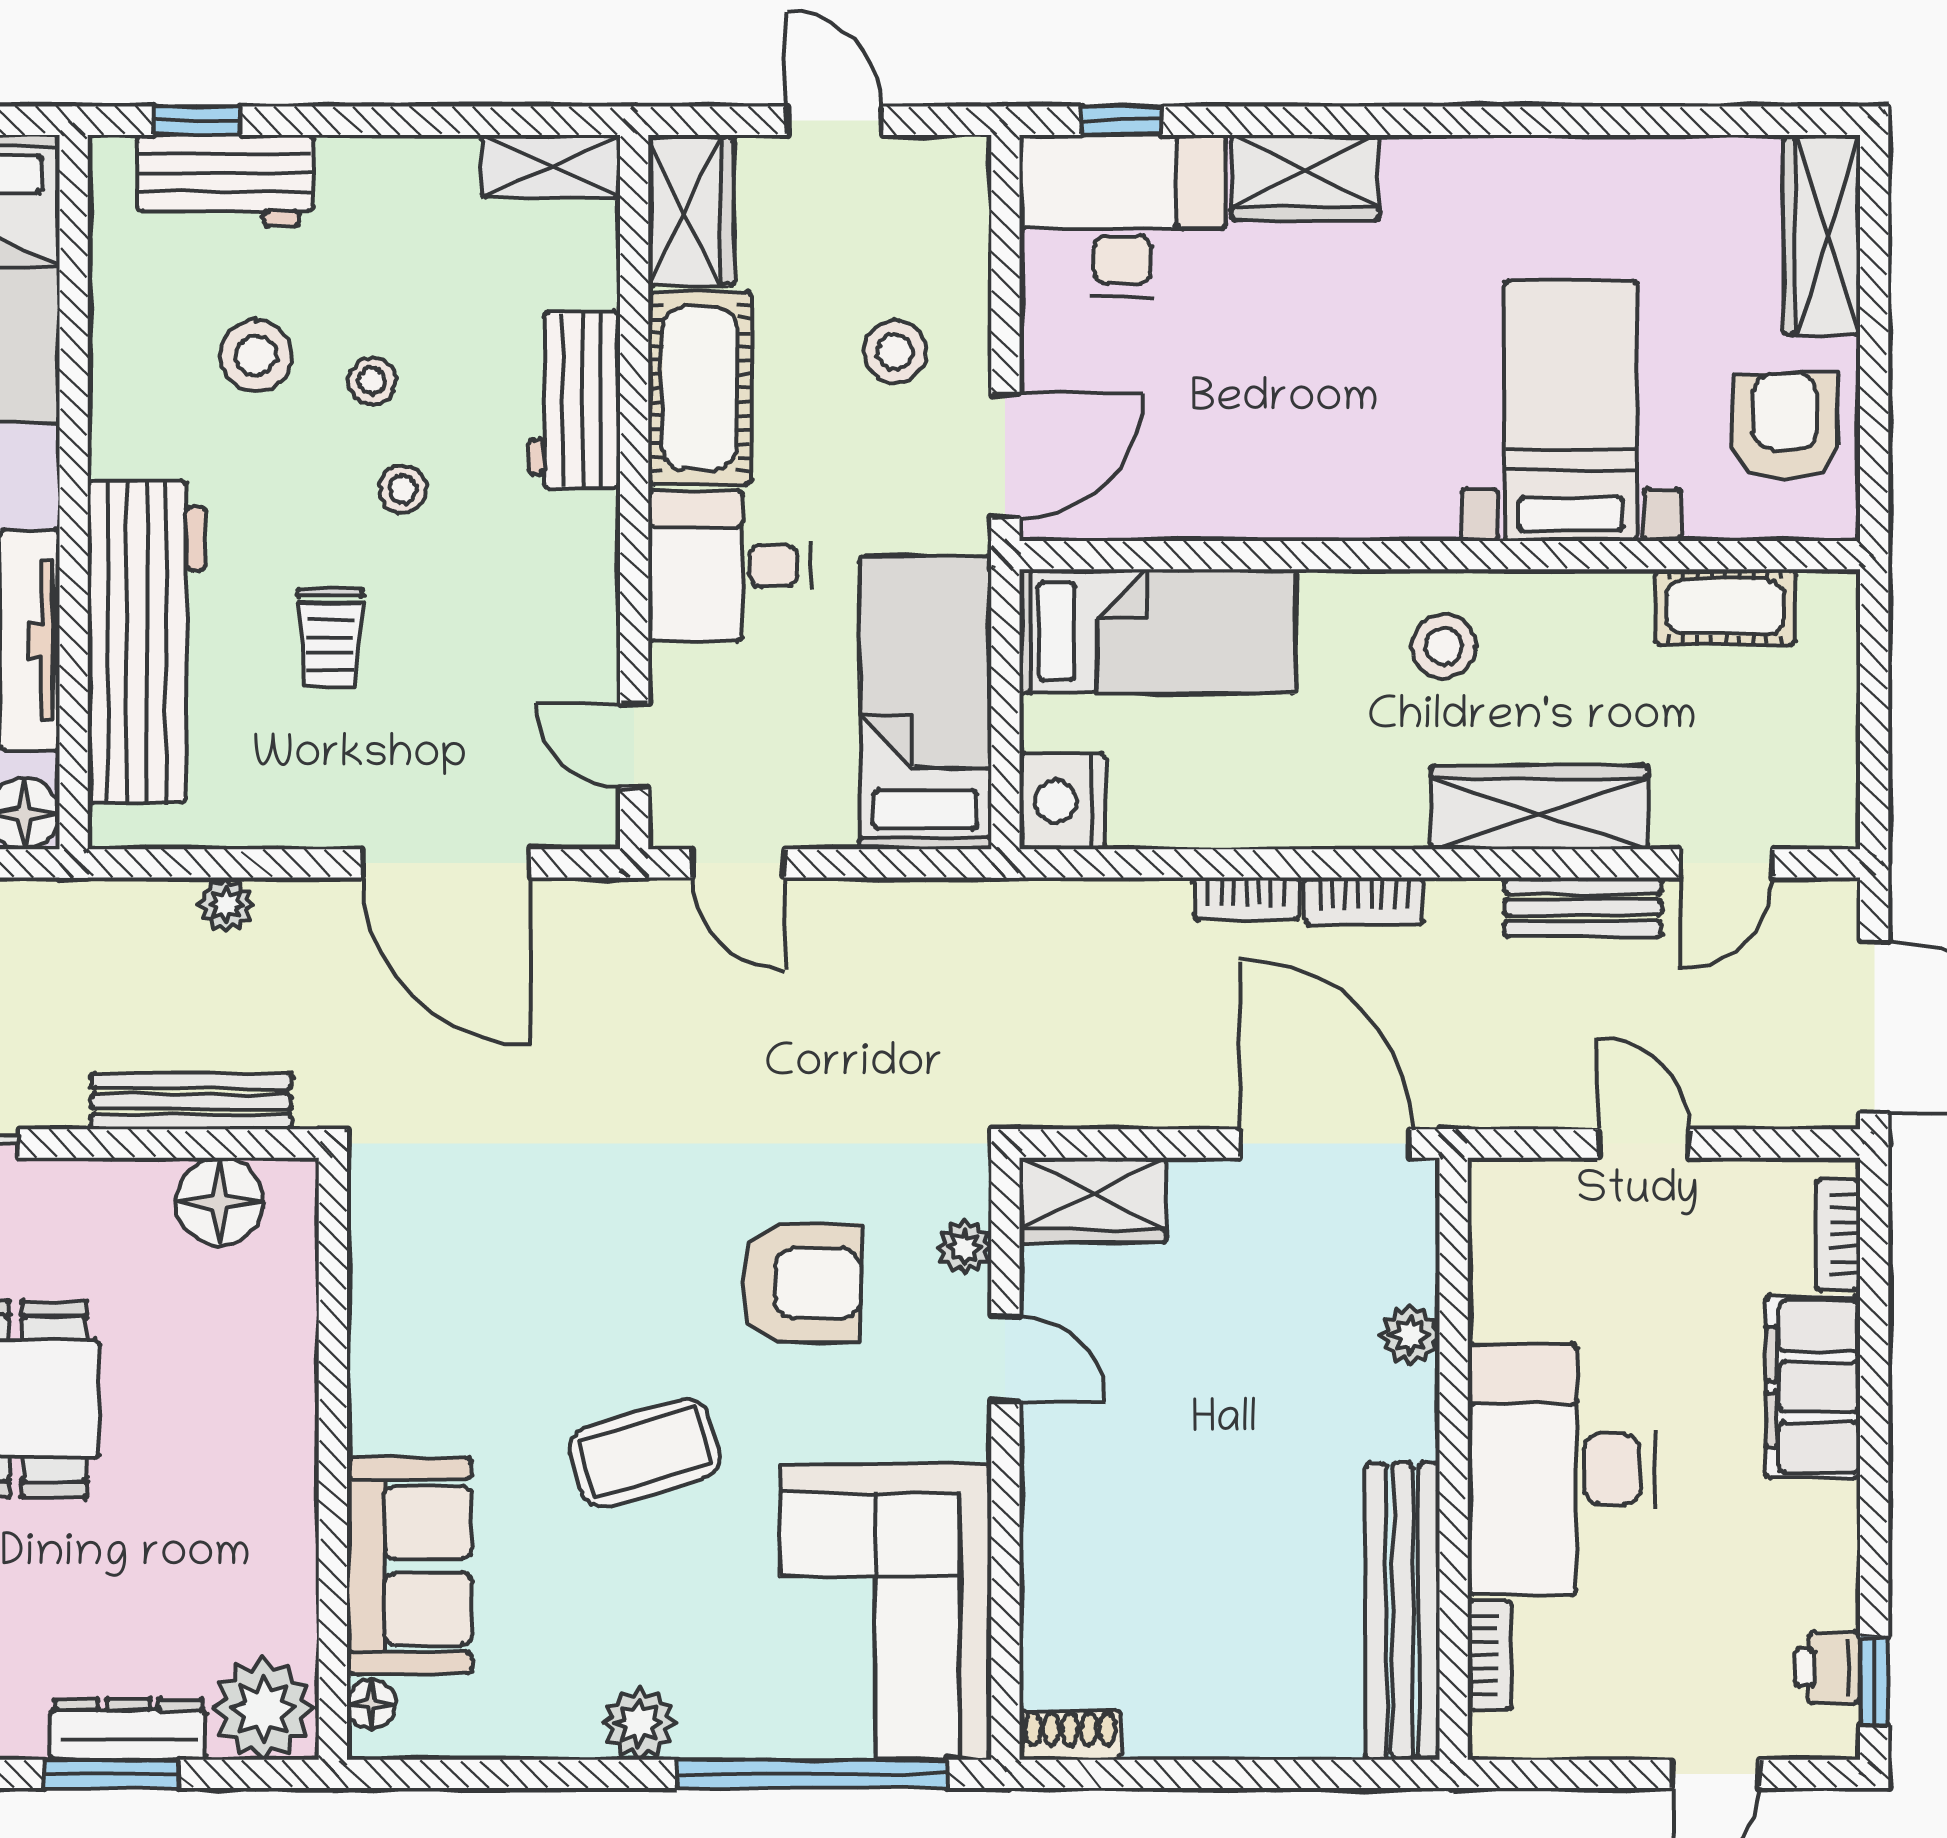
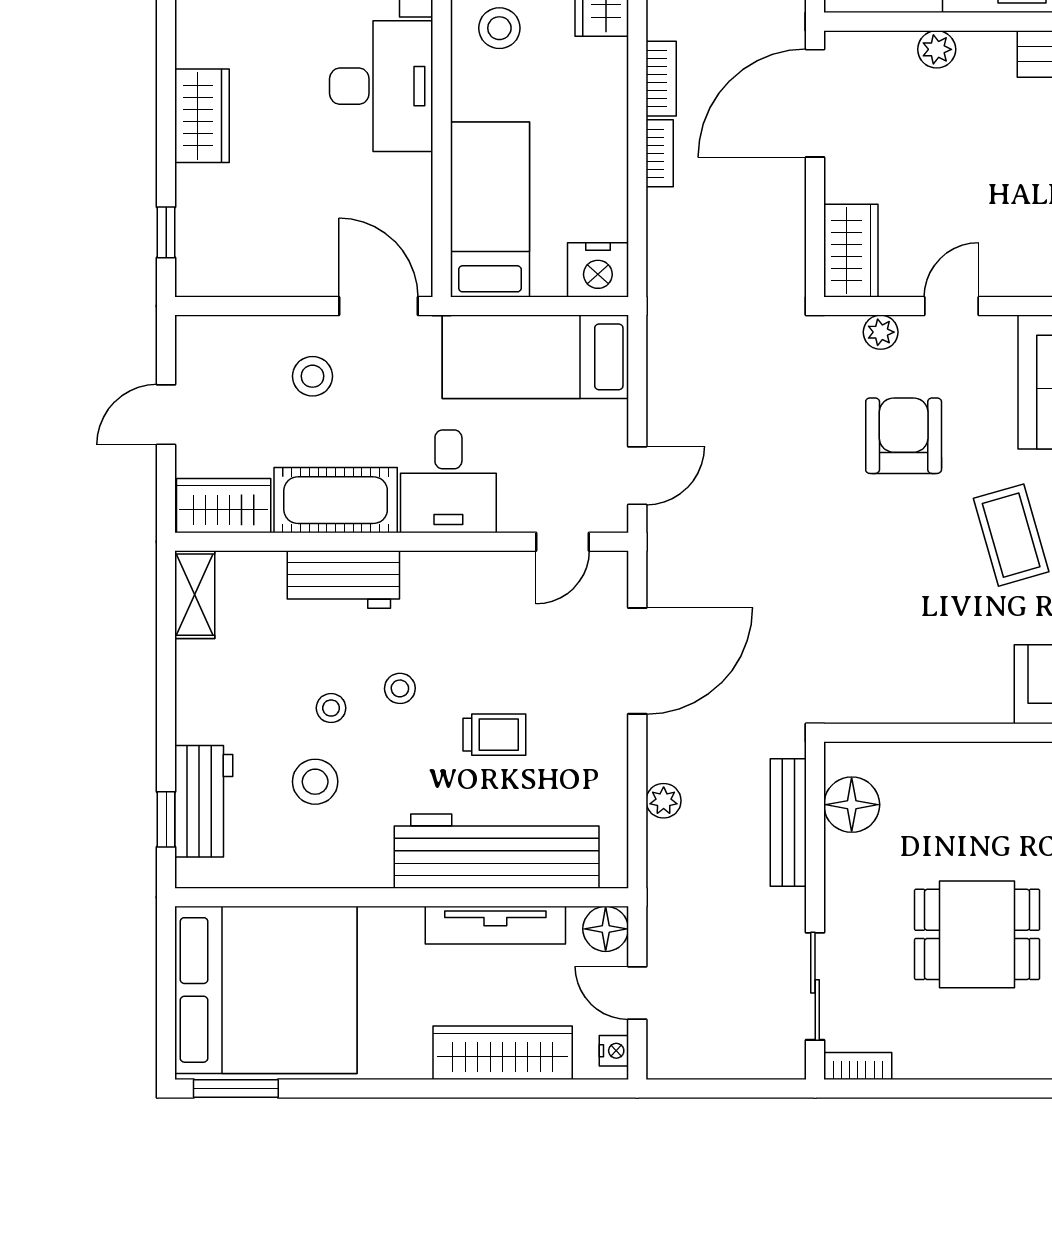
desk: (1123, 216) -> (381, 86), moved, turned 180

